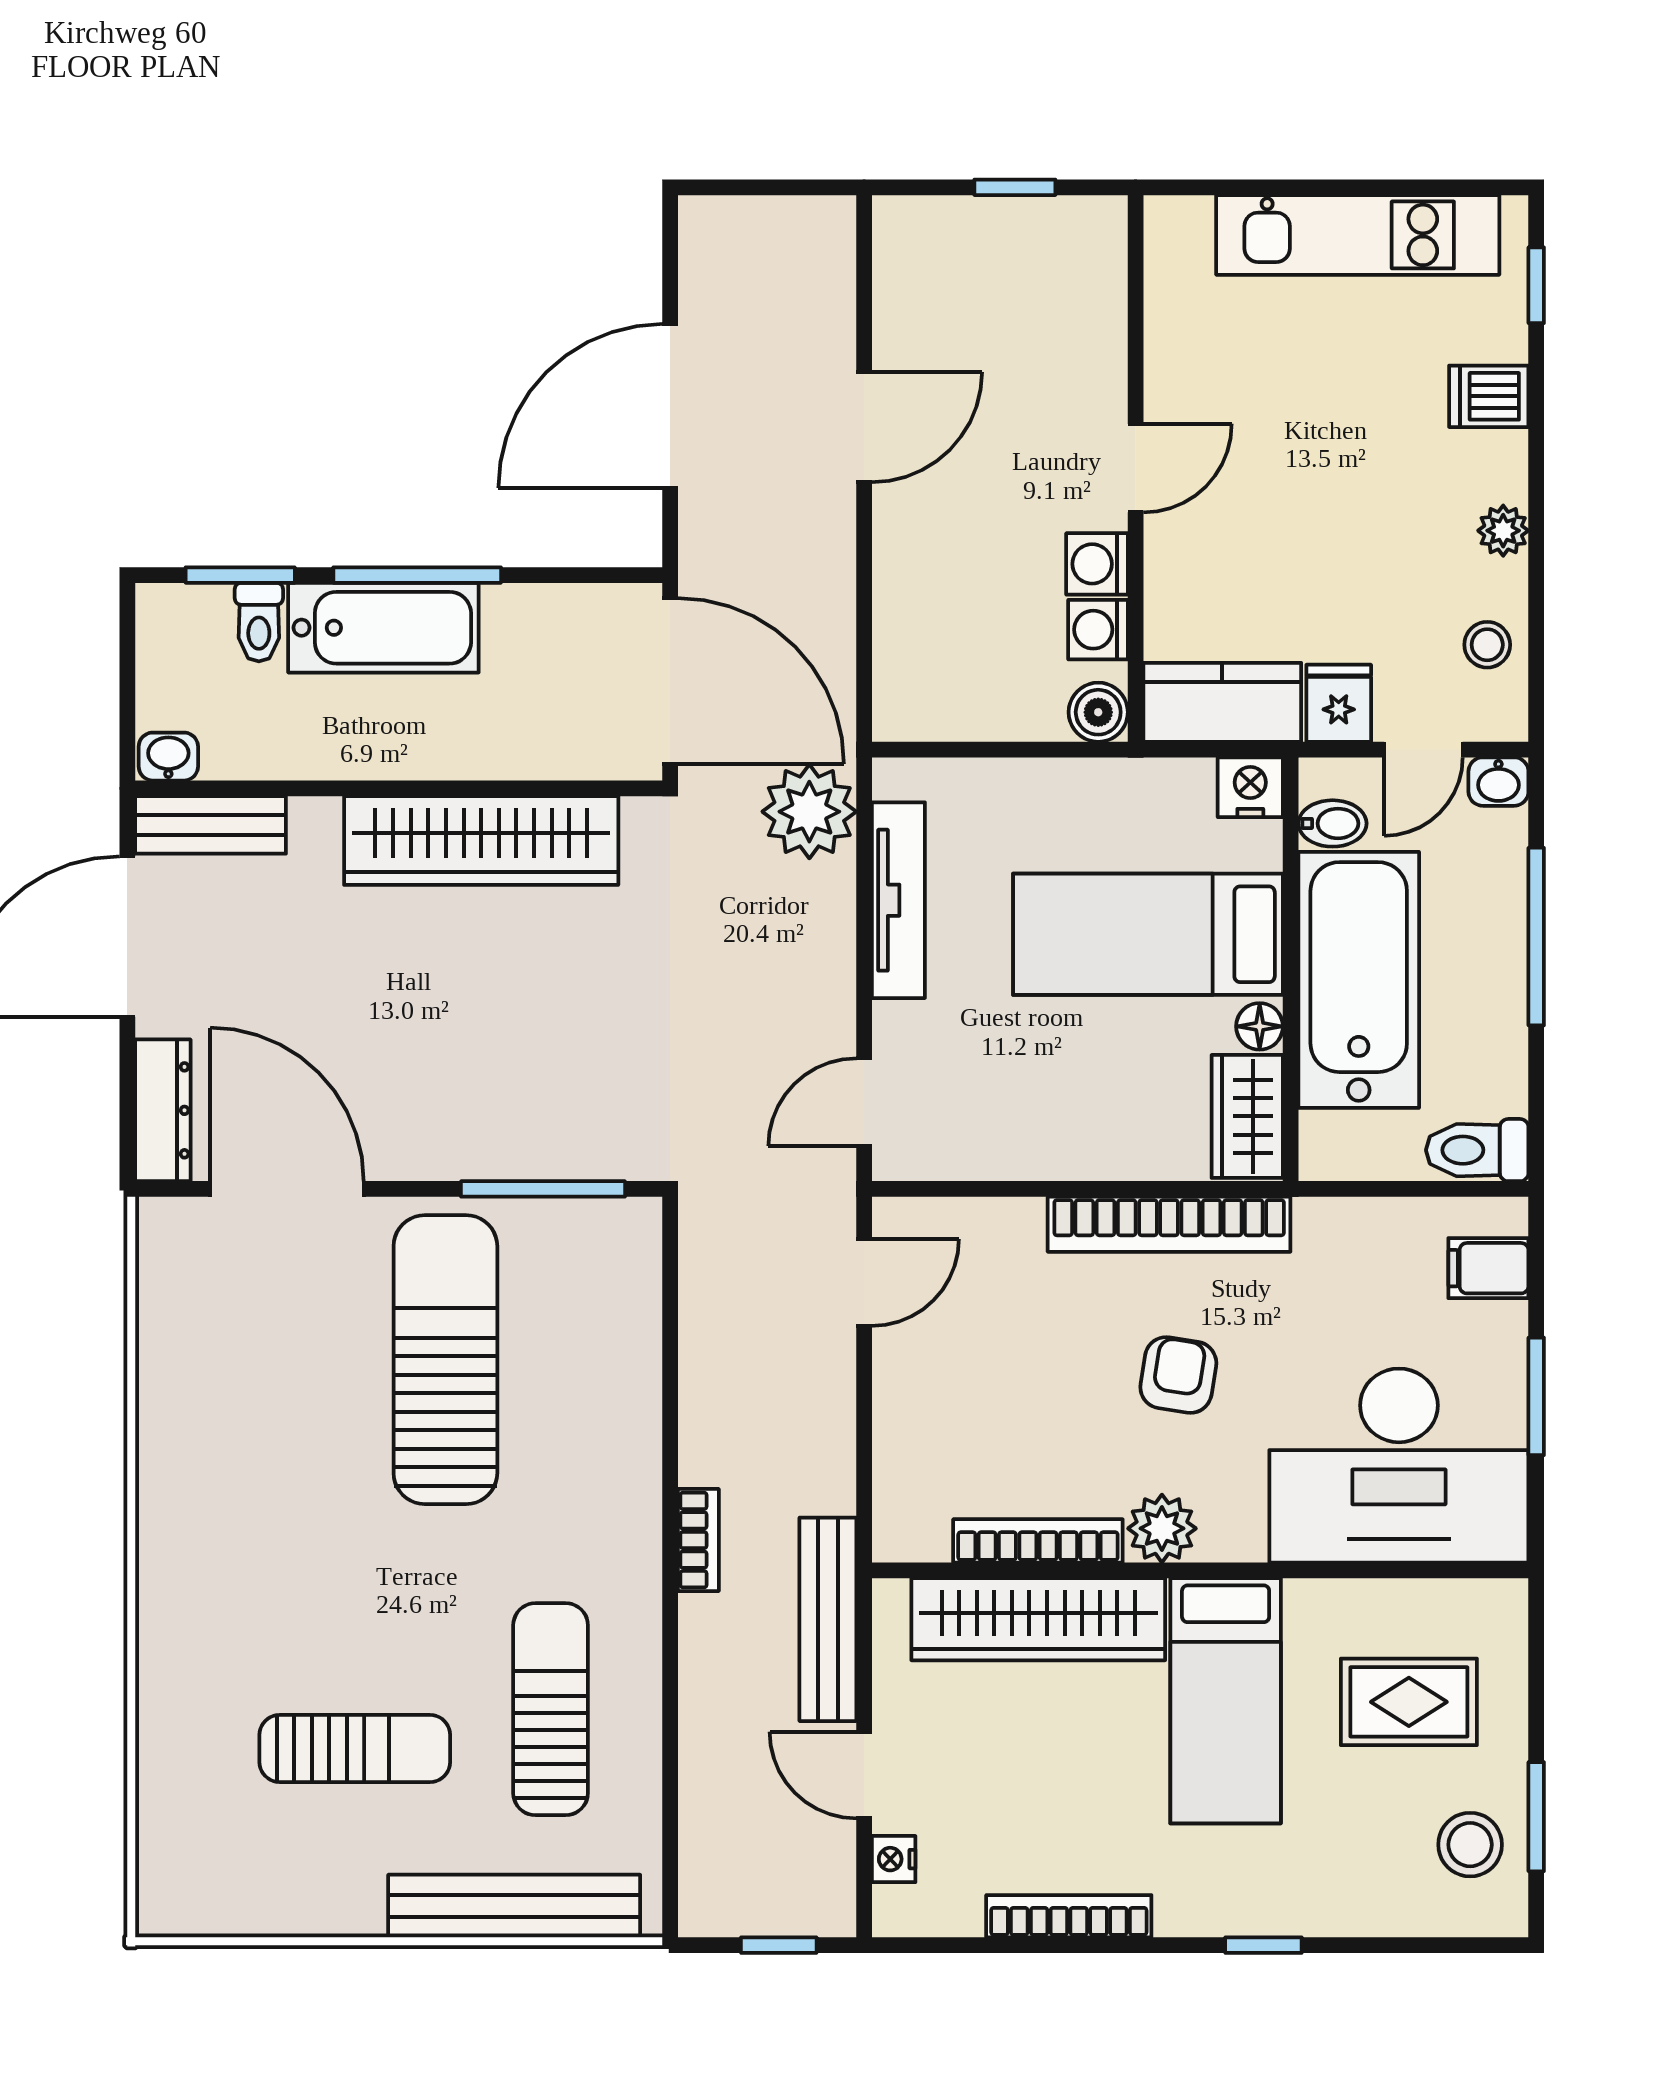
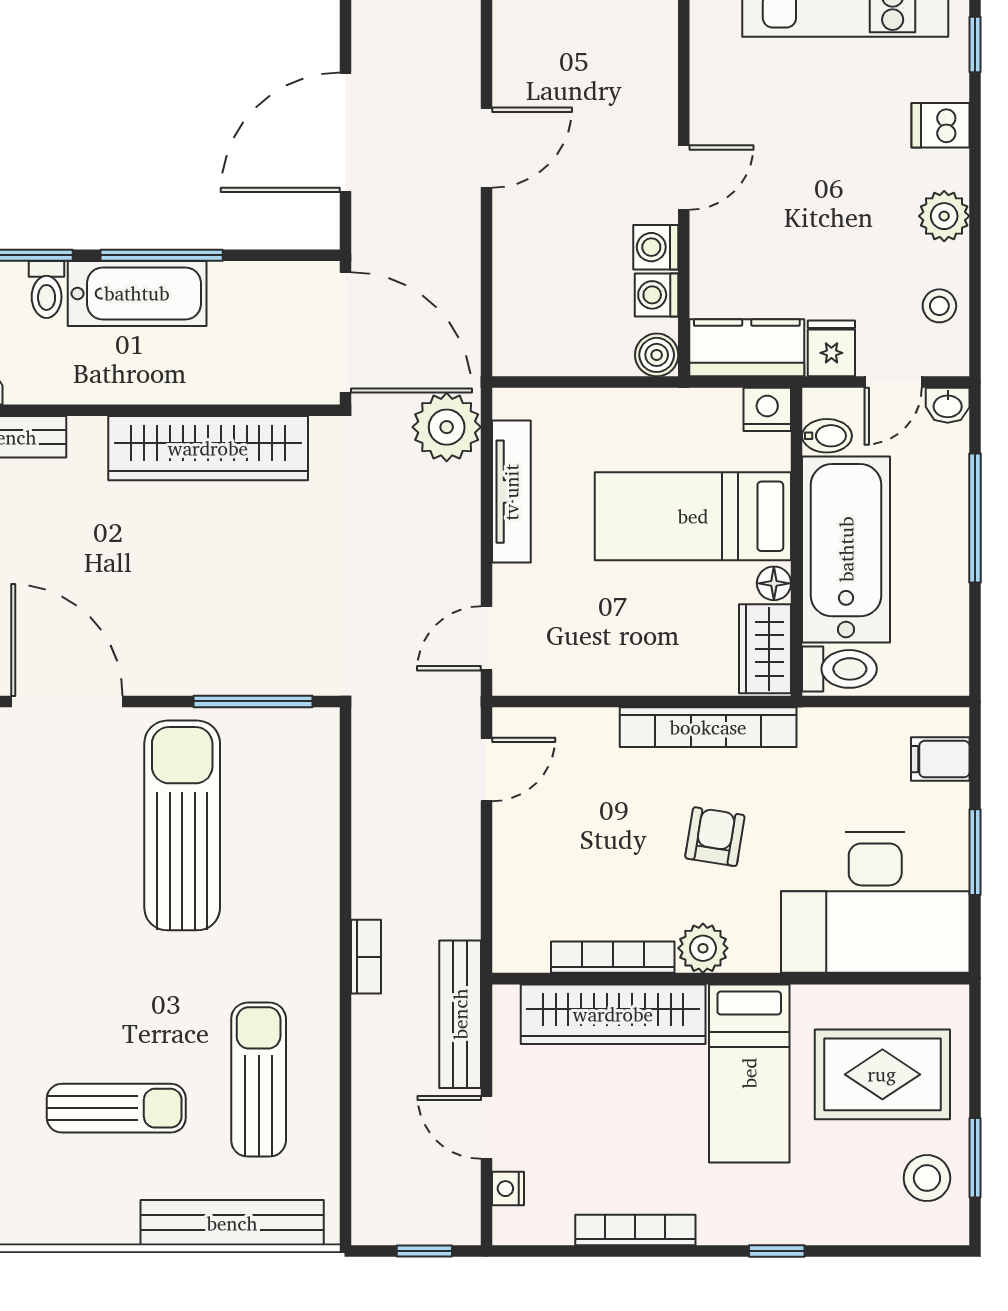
plant: (1503, 531) -> (944, 216), width x1.38, depth x1.38
toilet: (1477, 1150) -> (839, 669), moved, turned 180
rug: (1409, 1702) -> (882, 1074), width x1.36, depth x1.43

